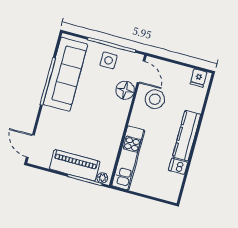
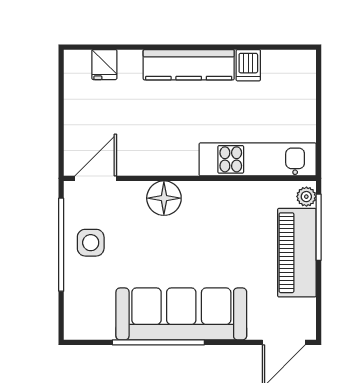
sofa: (65, 74) -> (181, 314), moved
fridge: (199, 78) -> (104, 65), moved, turned 90
floor lamp: (125, 90) -> (164, 198), moved
stool: (155, 99) -> (138, 140), removed

